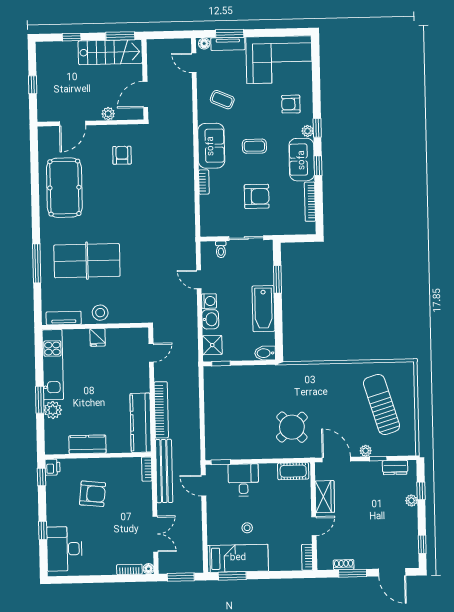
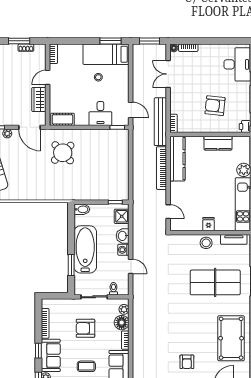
floor lamp: (209, 205) -> (122, 323), added
plant: (206, 222) -> (124, 309), added
bathtub: (263, 309) -> (85, 249), width x1.36, depth x1.36
door: (151, 353) -> (168, 212), swing flipped

